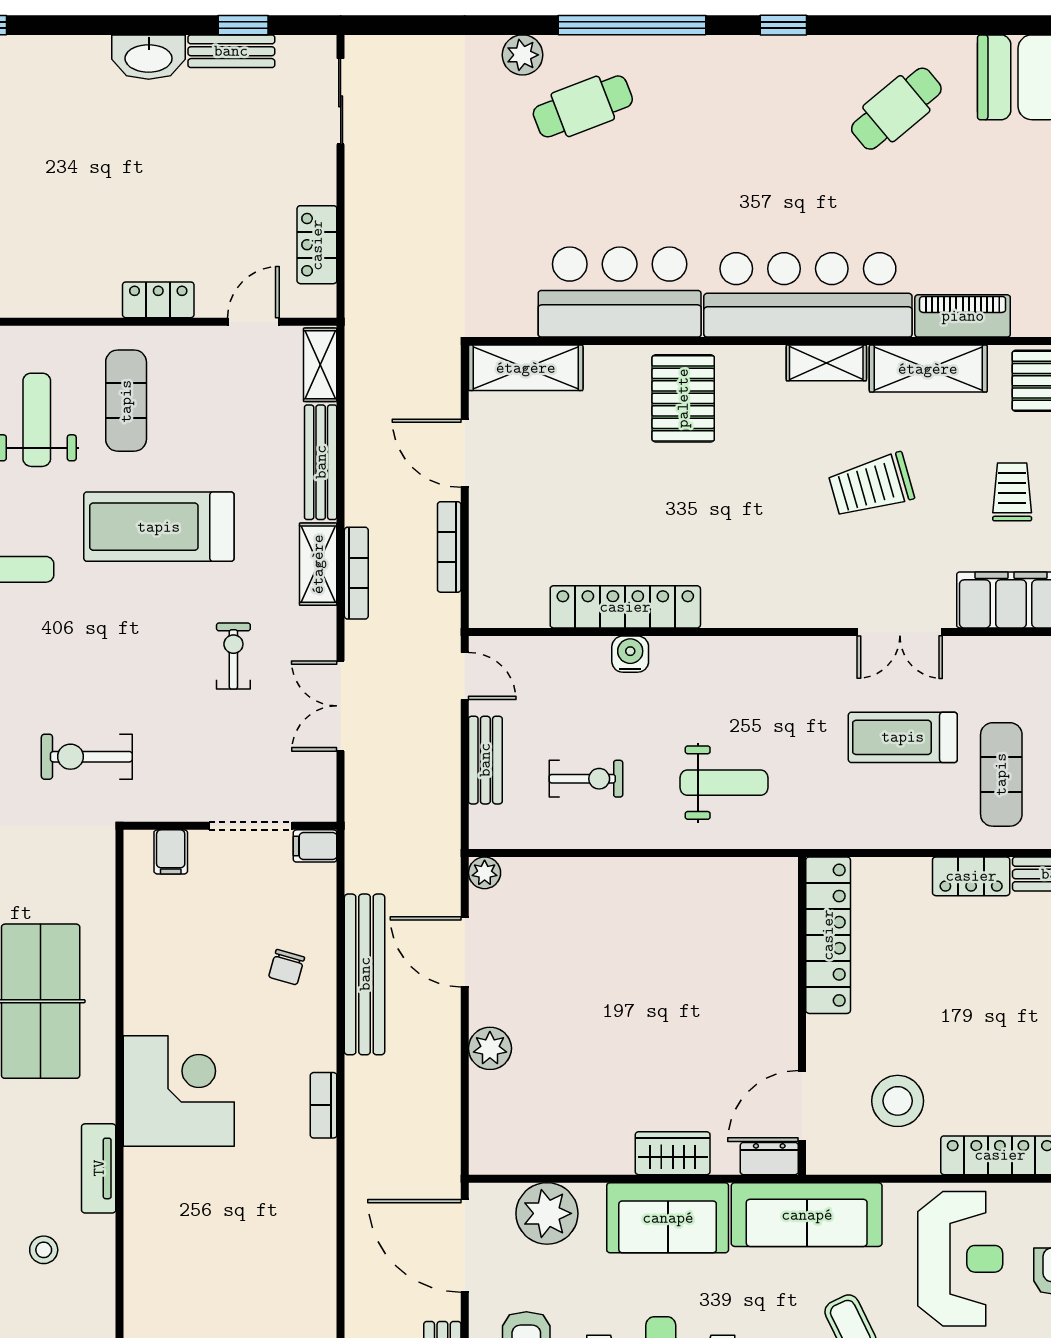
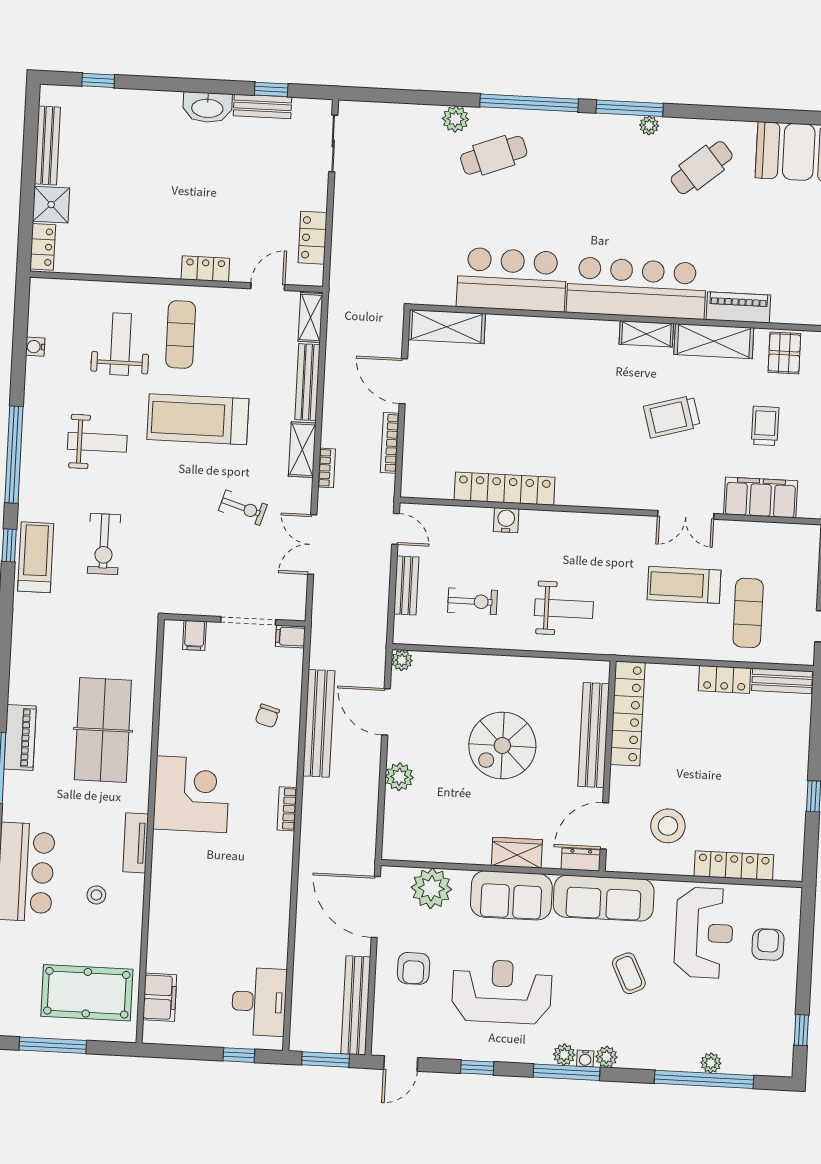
window: (783, 25) -> (630, 108), width x2.17
plant: (814, 49) -> (649, 125), added
pallet: (683, 398) -> (550, 352), removed
bookcase: (356, 573) -> (327, 468), width x0.64
exercise bike: (233, 656) -> (243, 508), turned 107
exercise bike: (87, 757) -> (104, 544), moved, turned -90
bench: (779, 970) -> (594, 735), added
spiral stairs: (642, 993) -> (502, 746), added

